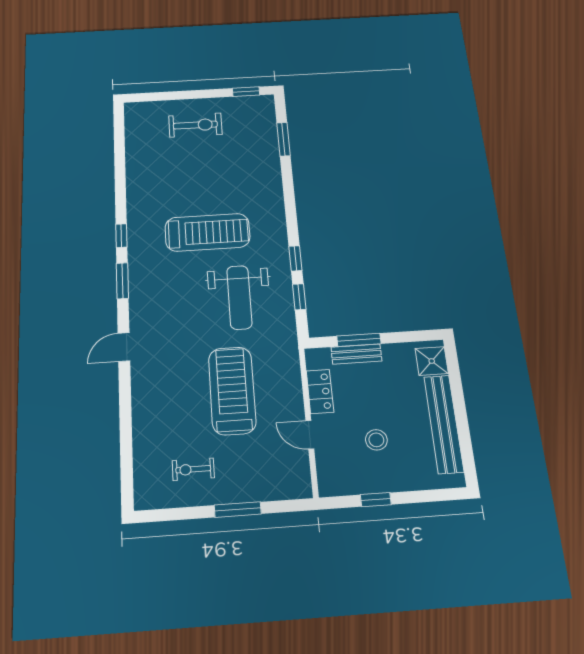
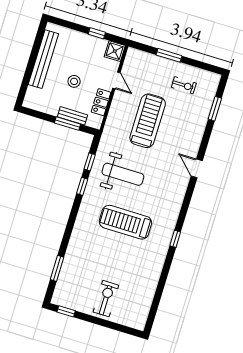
exercise bike: (195, 125) -> (106, 299), turned 90
window: (122, 281) -> (215, 109), moved
weight bench: (239, 297) -> (123, 174), turned 90
door: (124, 347) -> (197, 168), swing flipped
shower: (432, 361) -> (115, 51), moved
treadmill: (232, 390) -> (148, 121), turned 180
stool: (376, 440) -> (74, 81), moved

